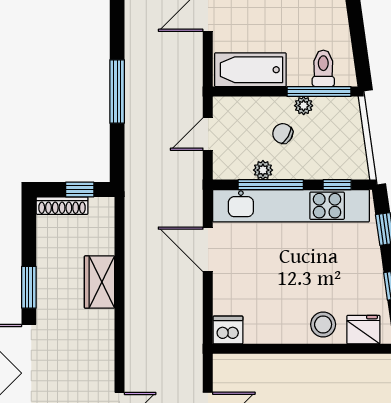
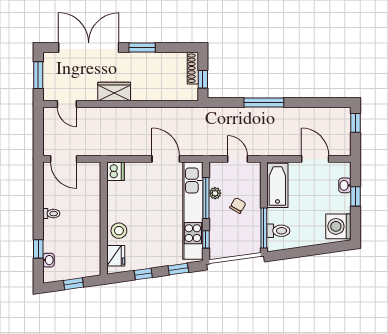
plant: (304, 106) -> (255, 218), removed
door: (208, 249) -> (166, 159), hinge flipped
wardrobe: (100, 282) -> (114, 91), moved

